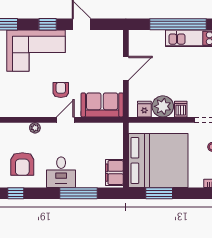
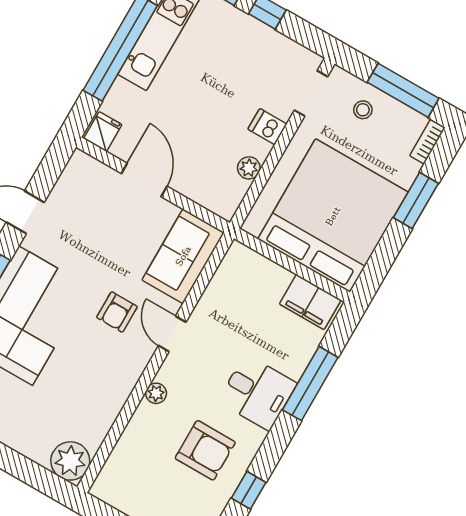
armchair: (61, 90) -> (117, 312), turned -90
plant: (163, 106) -> (249, 168), width x0.53, depth x0.53
fridge: (144, 109) -> (103, 132), moved, turned 90
window: (159, 193) -> (416, 201), moved

